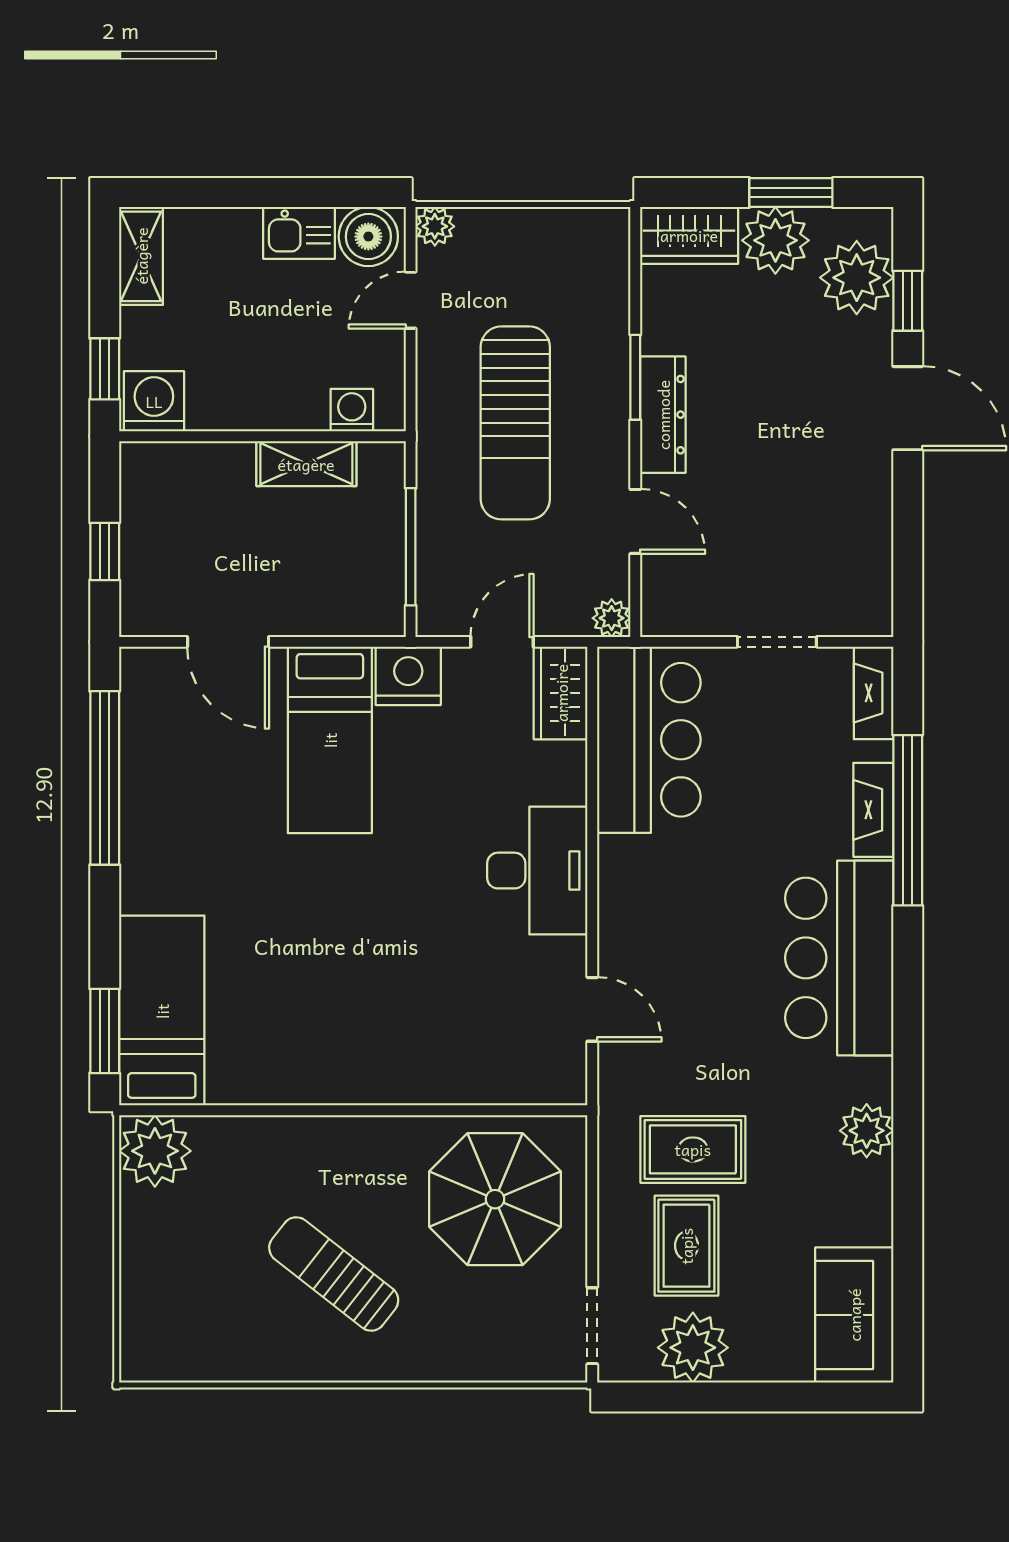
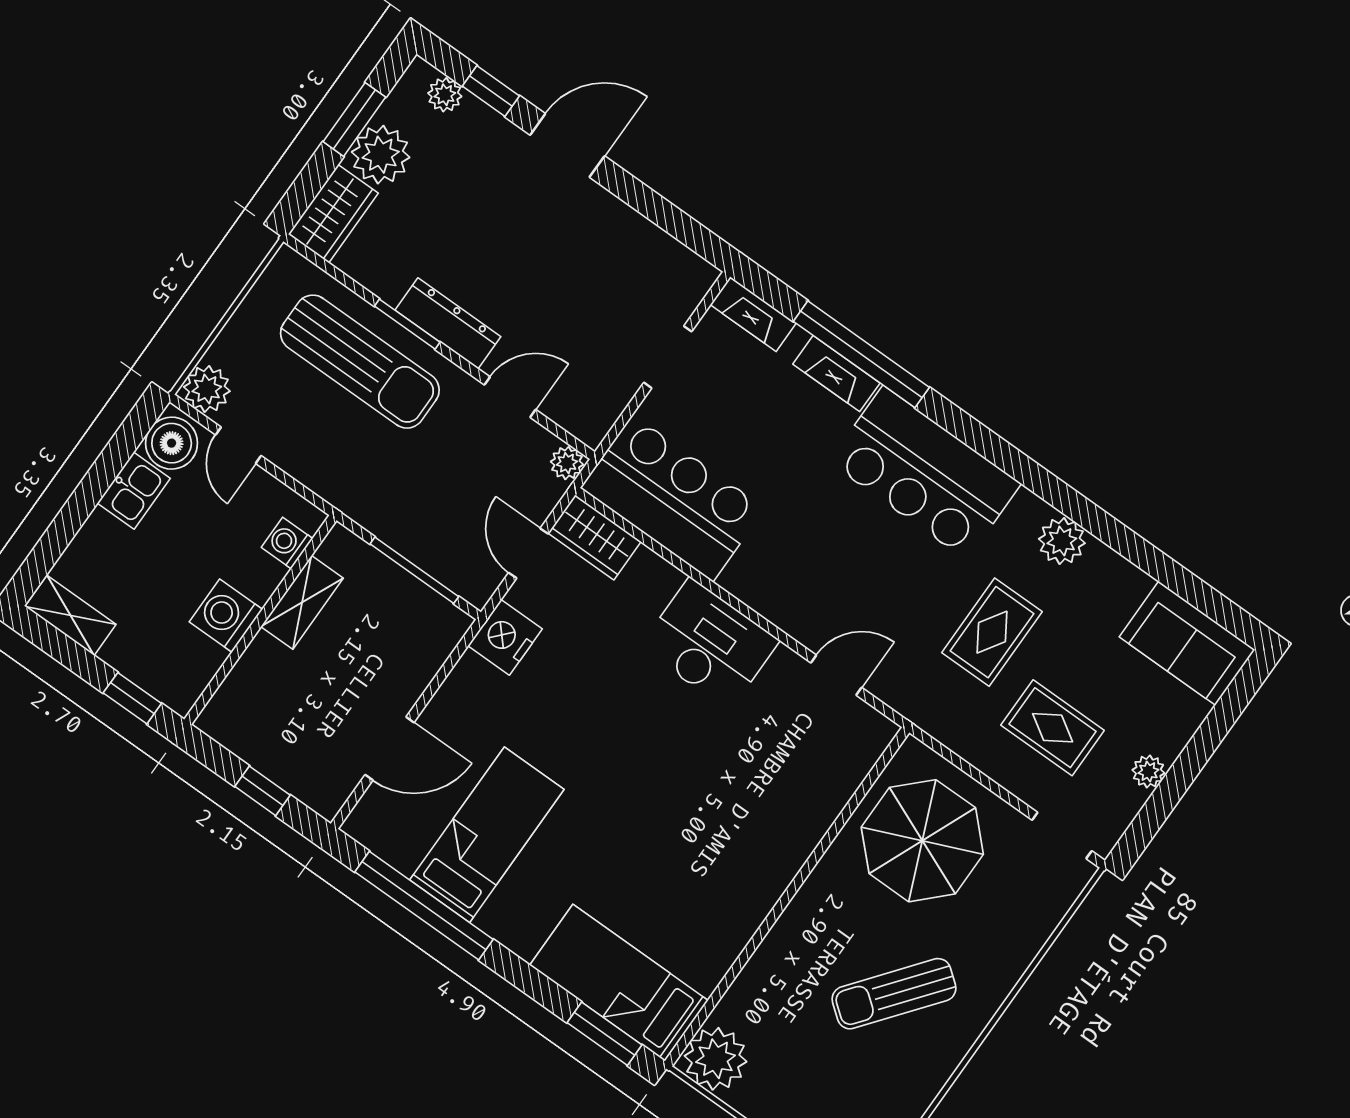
plant: (435, 226) -> (207, 389), width x1.38, depth x1.38
plant: (857, 278) -> (445, 95), width x0.53, depth x0.53
washing machine: (154, 401) -> (226, 616), moved
sun lounger: (515, 423) -> (360, 362), moved
bed: (330, 740) -> (487, 835), moved, turned -90
rug: (693, 1149) -> (992, 632), moved
plant: (693, 1348) -> (1148, 771), width x0.53, depth x0.53

